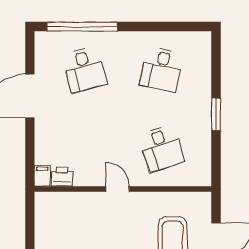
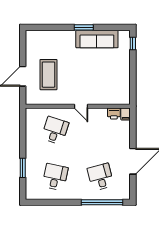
window: (216, 114) -> (23, 168), moved
desk: (161, 148) -> (55, 130), turned 36

